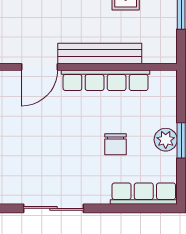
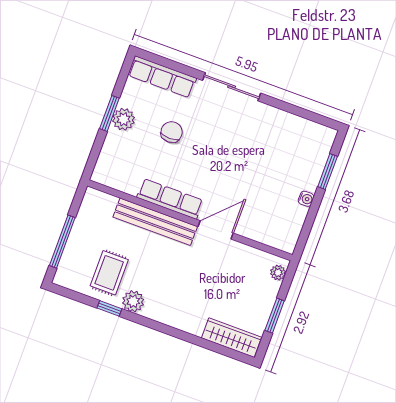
row of seats: (106, 80) -> (170, 199), width x0.73
sliding door: (53, 208) -> (232, 87), moved

